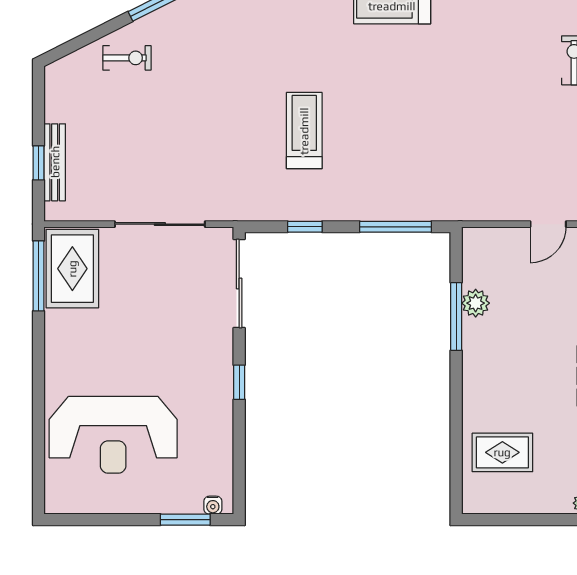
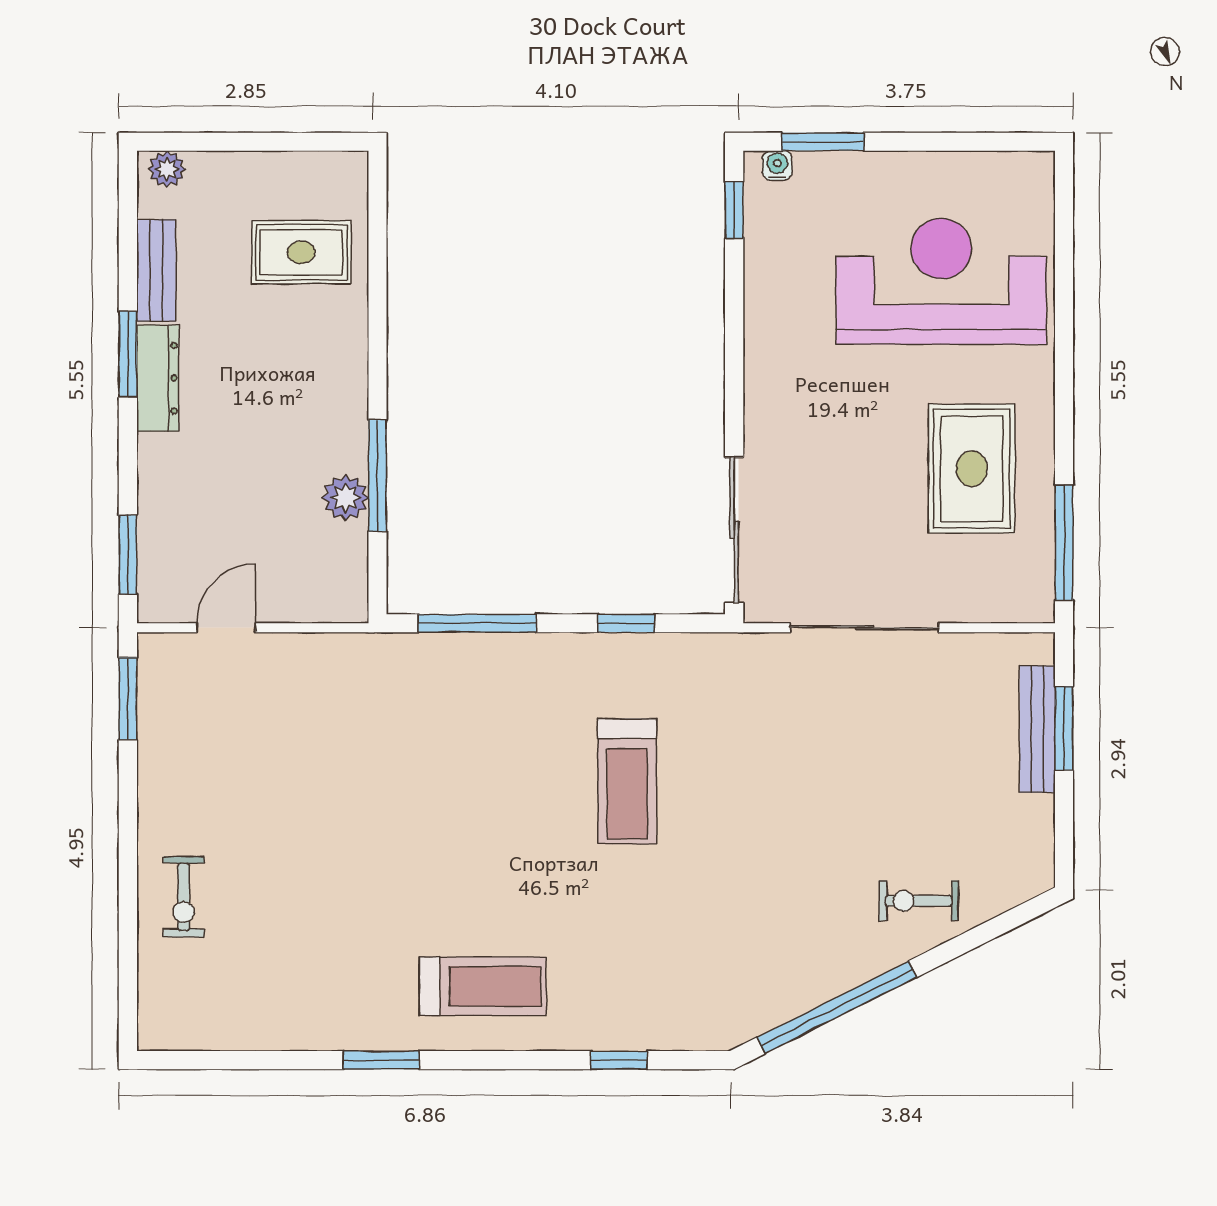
window: (38, 163) -> (1064, 728), width x1.50
rug: (72, 269) -> (972, 469), moved
window: (239, 382) -> (734, 210), moved

